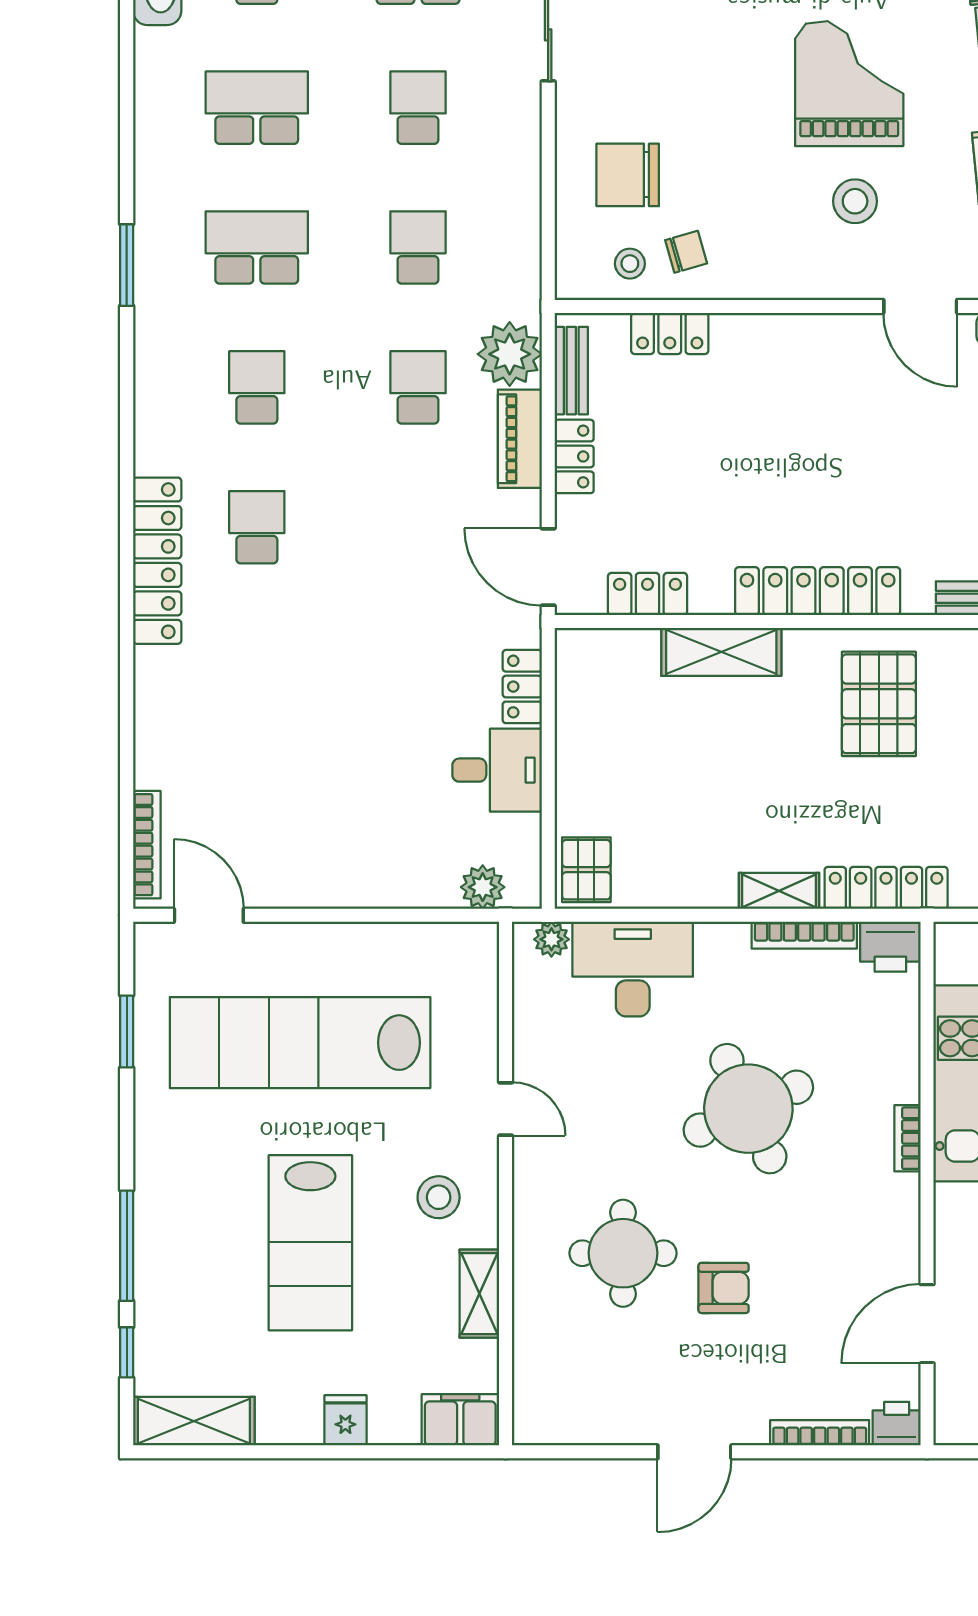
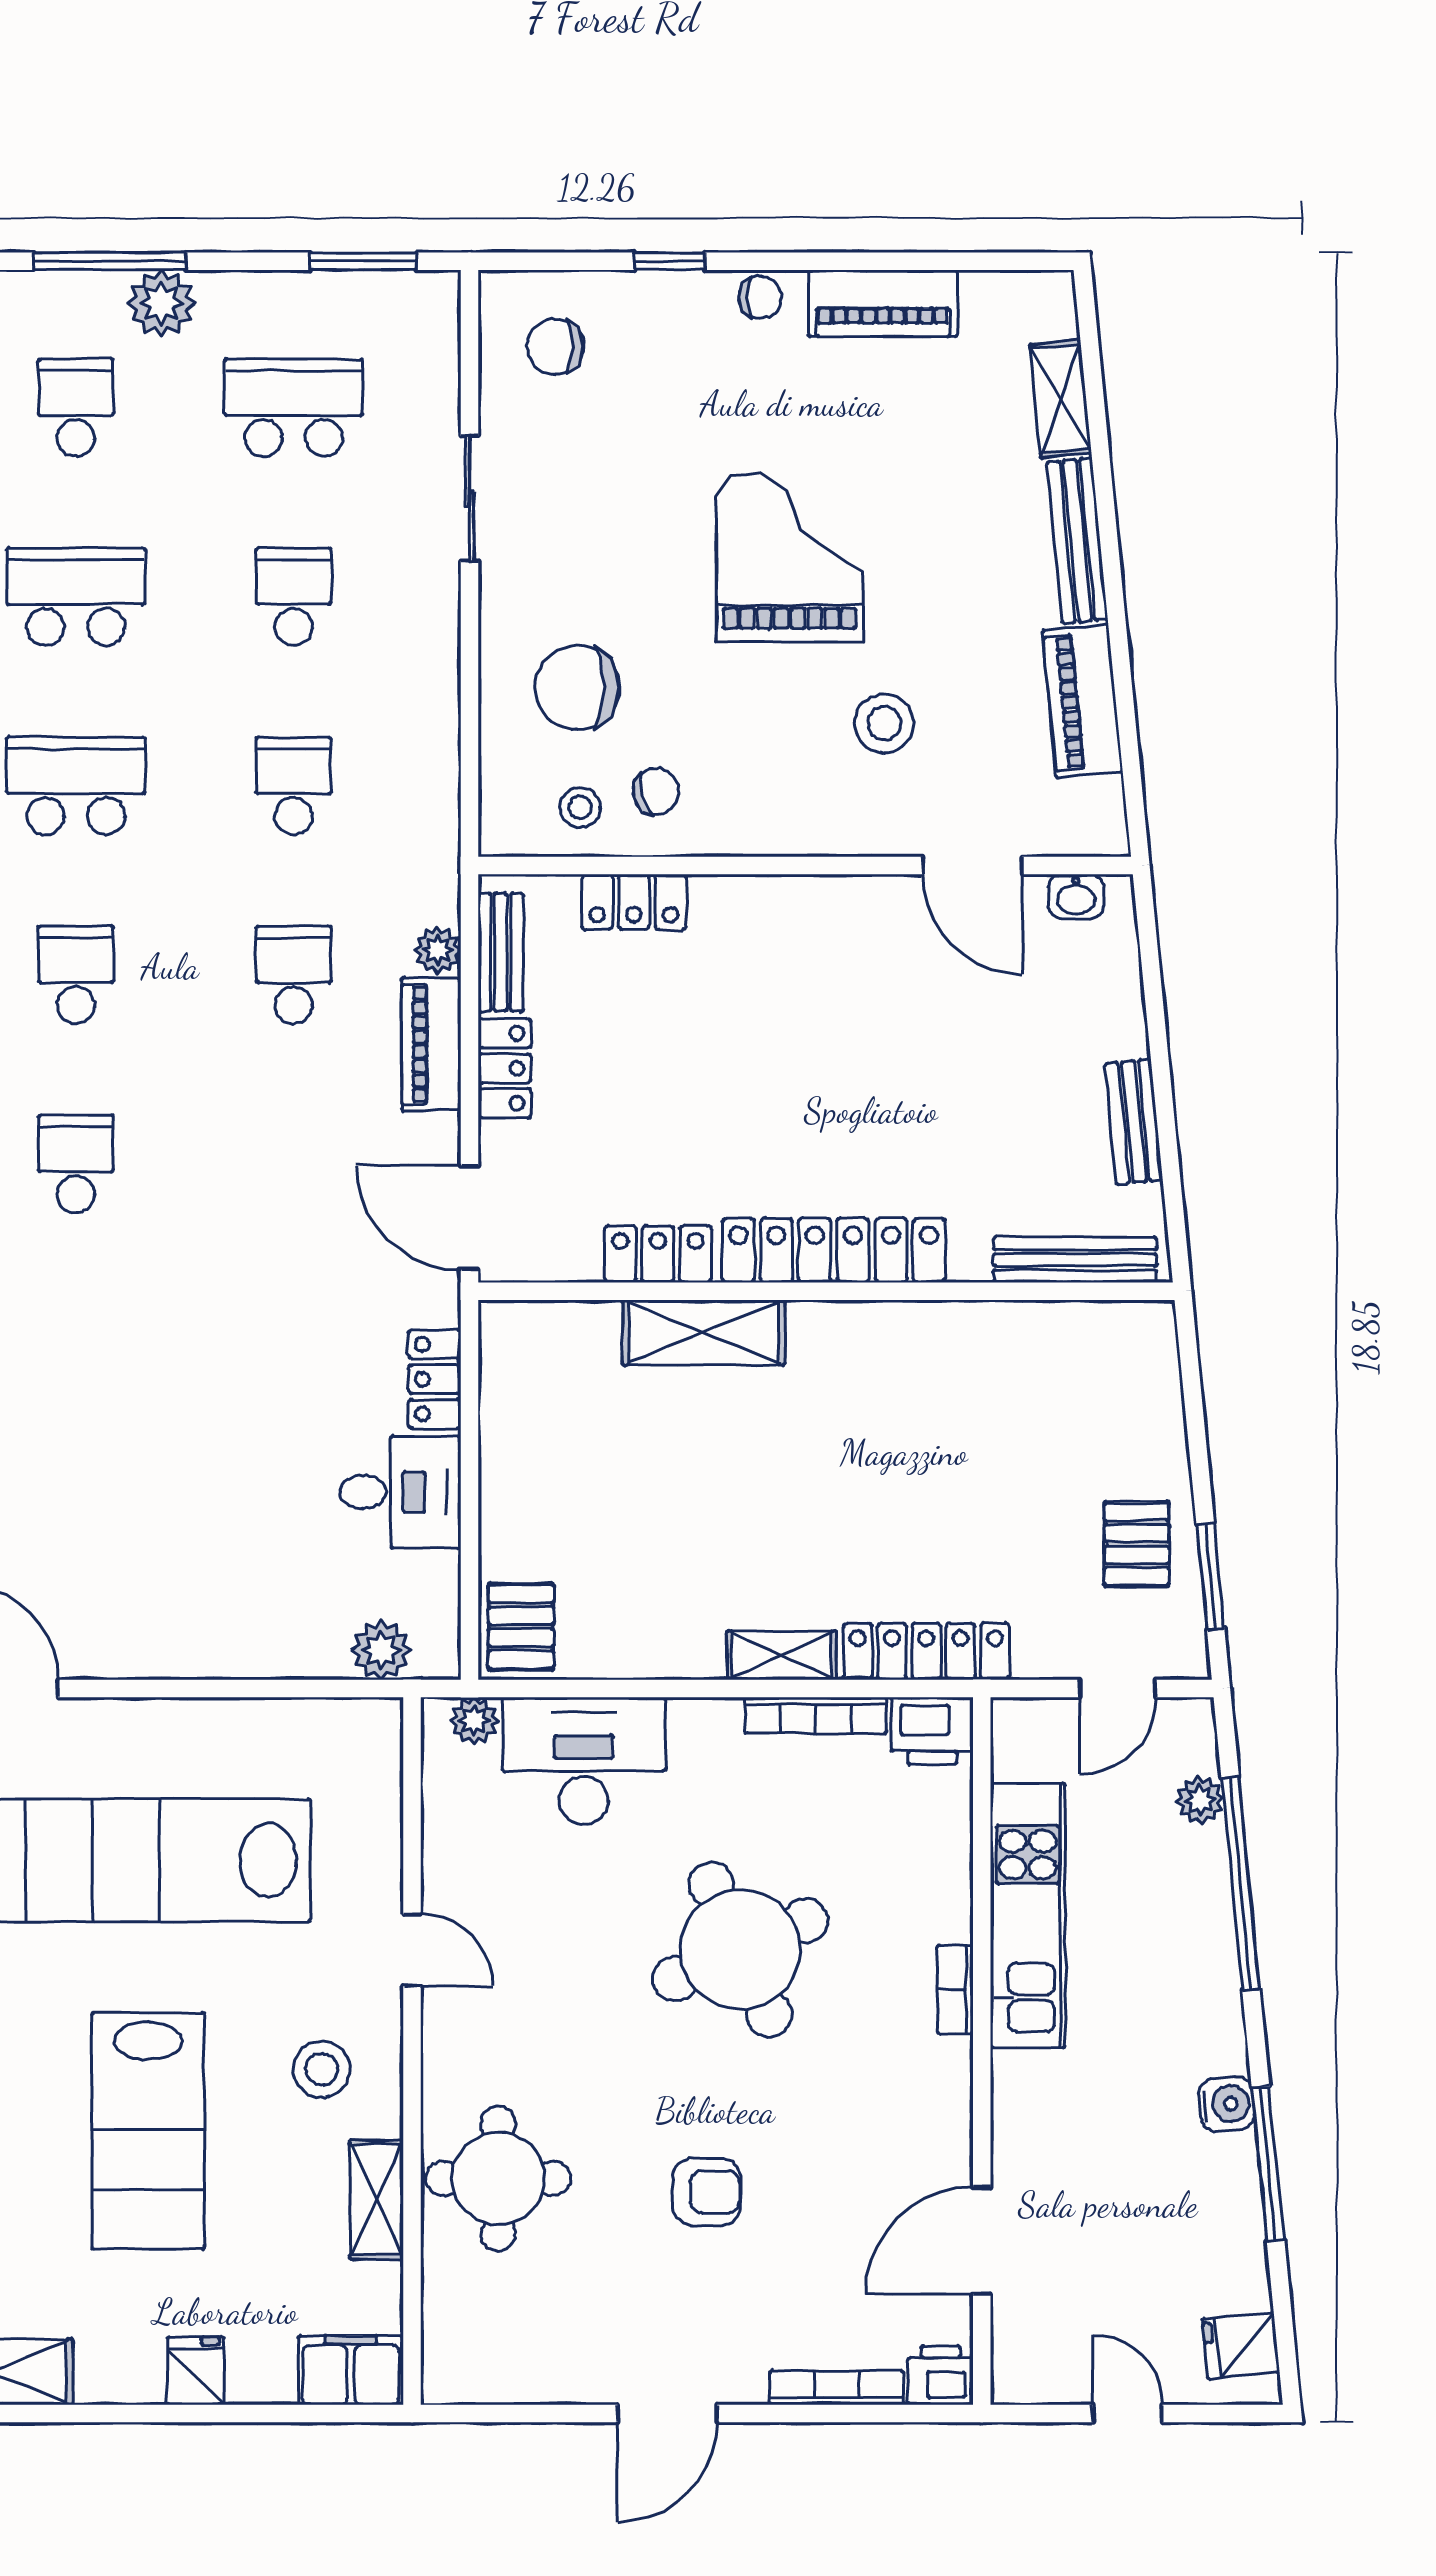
grand piano: (849, 84) -> (790, 557), moved
plant: (510, 354) -> (438, 950), width x0.53, depth x0.53
locker: (648, 594) -> (658, 1254), moved
pallet: (879, 704) -> (917, 1403), removed
round table: (623, 1253) -> (498, 2178), moved

